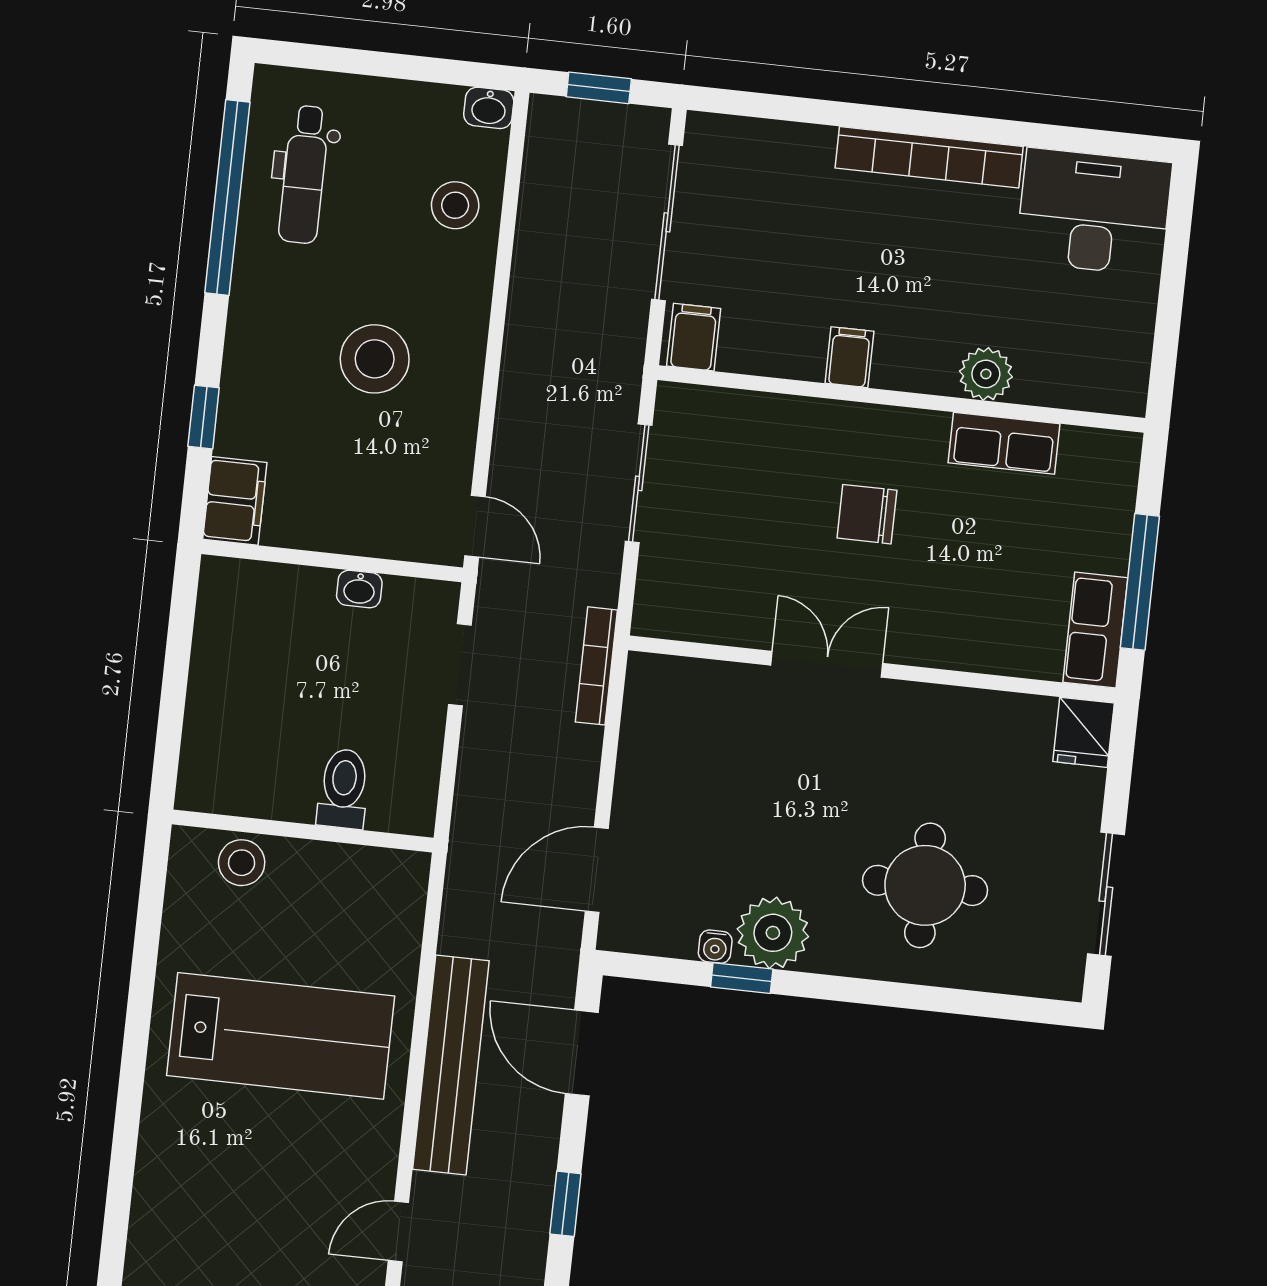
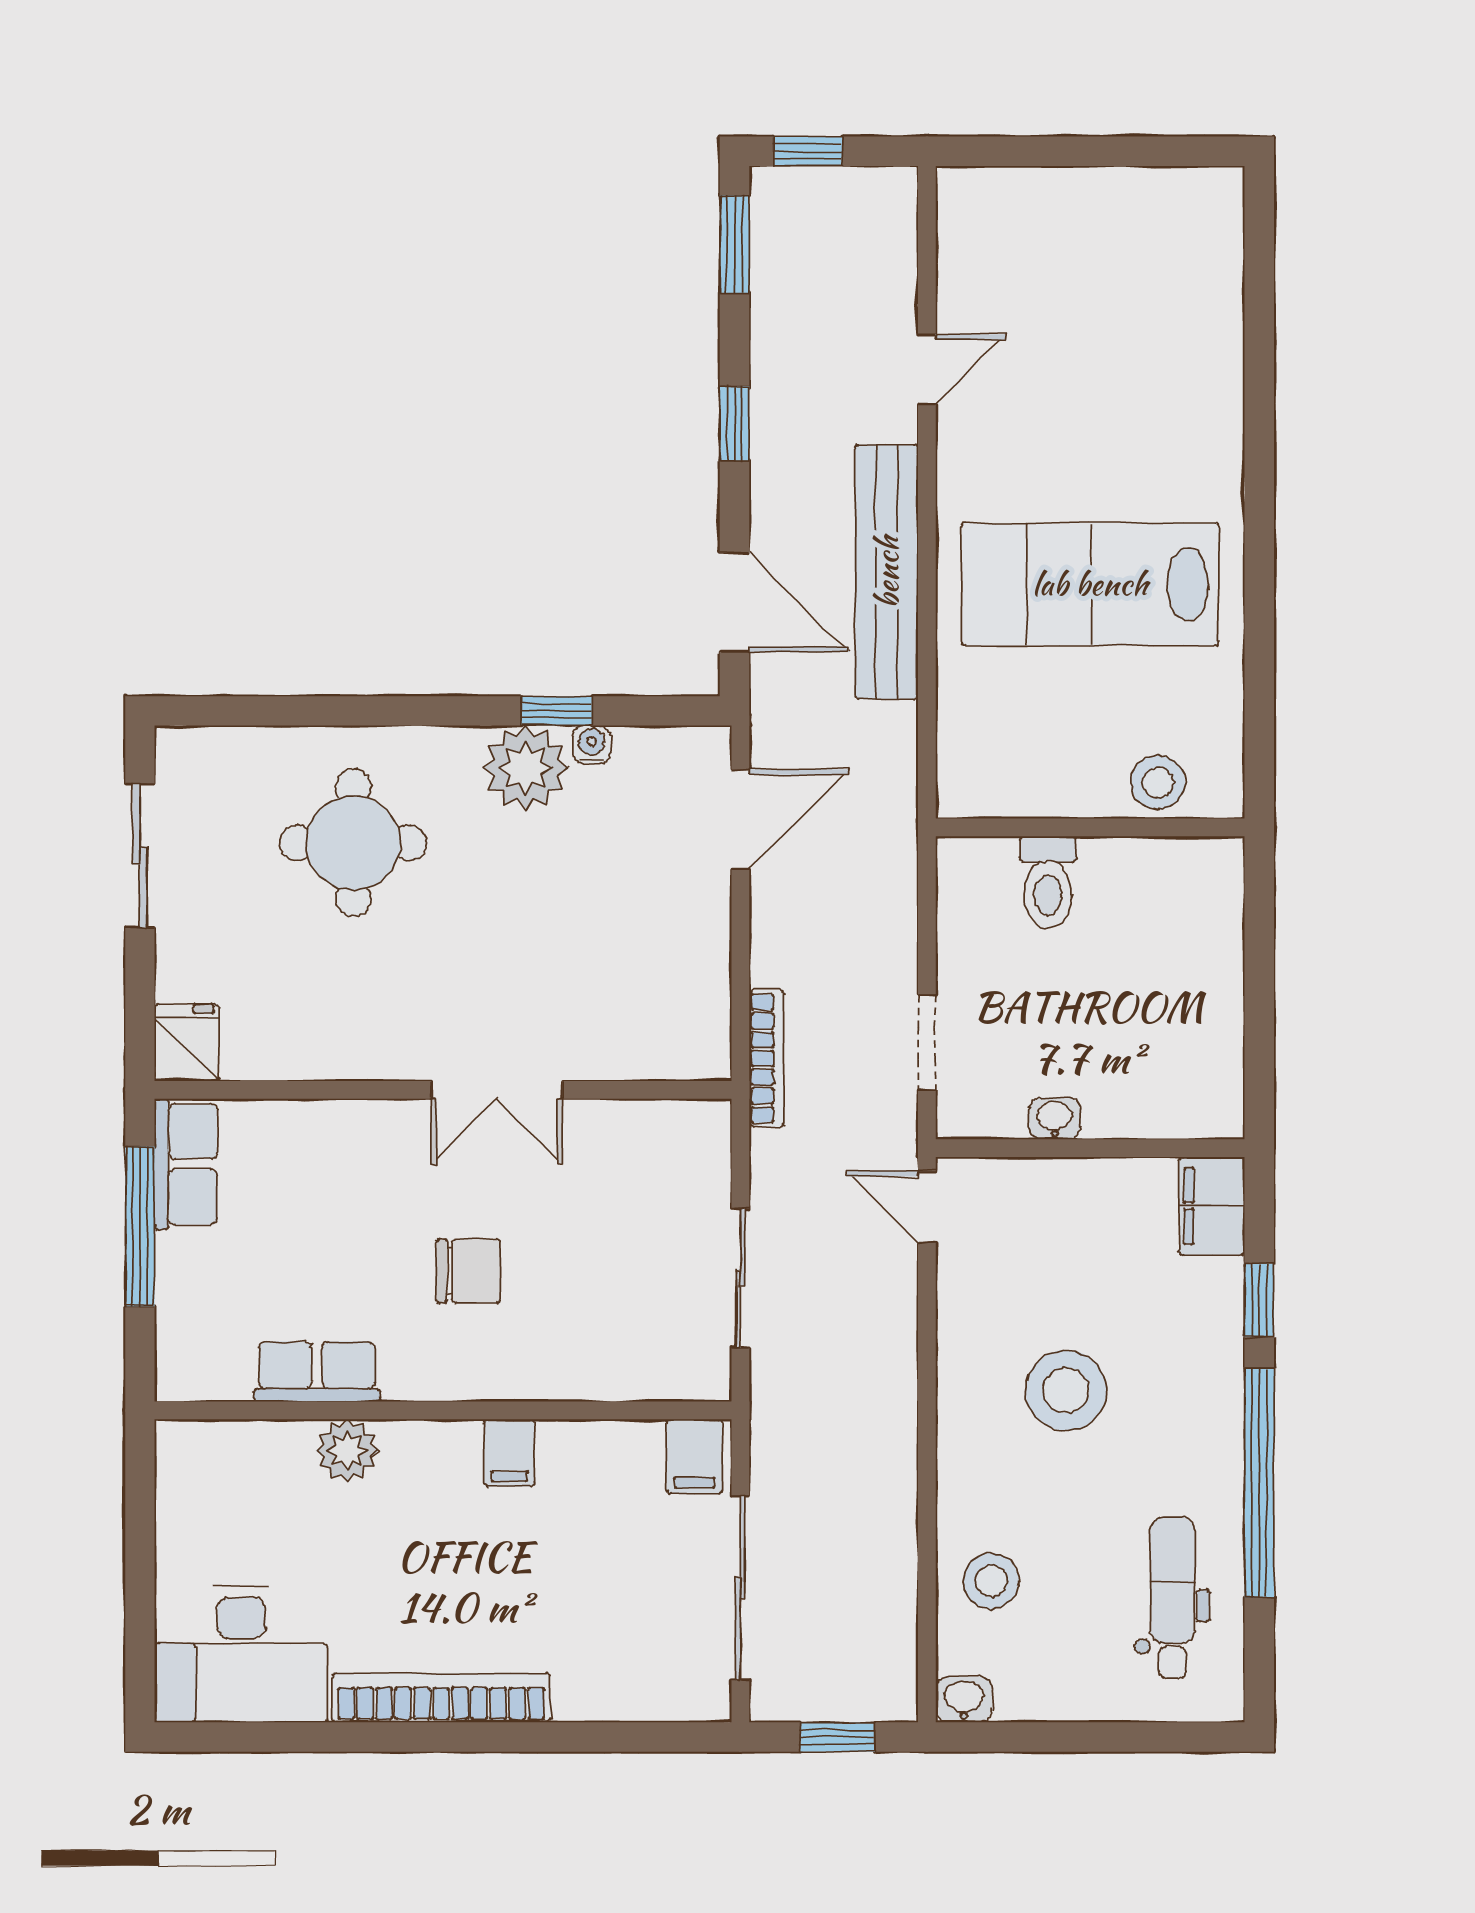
window: (227, 197) -> (1259, 1483), moved

